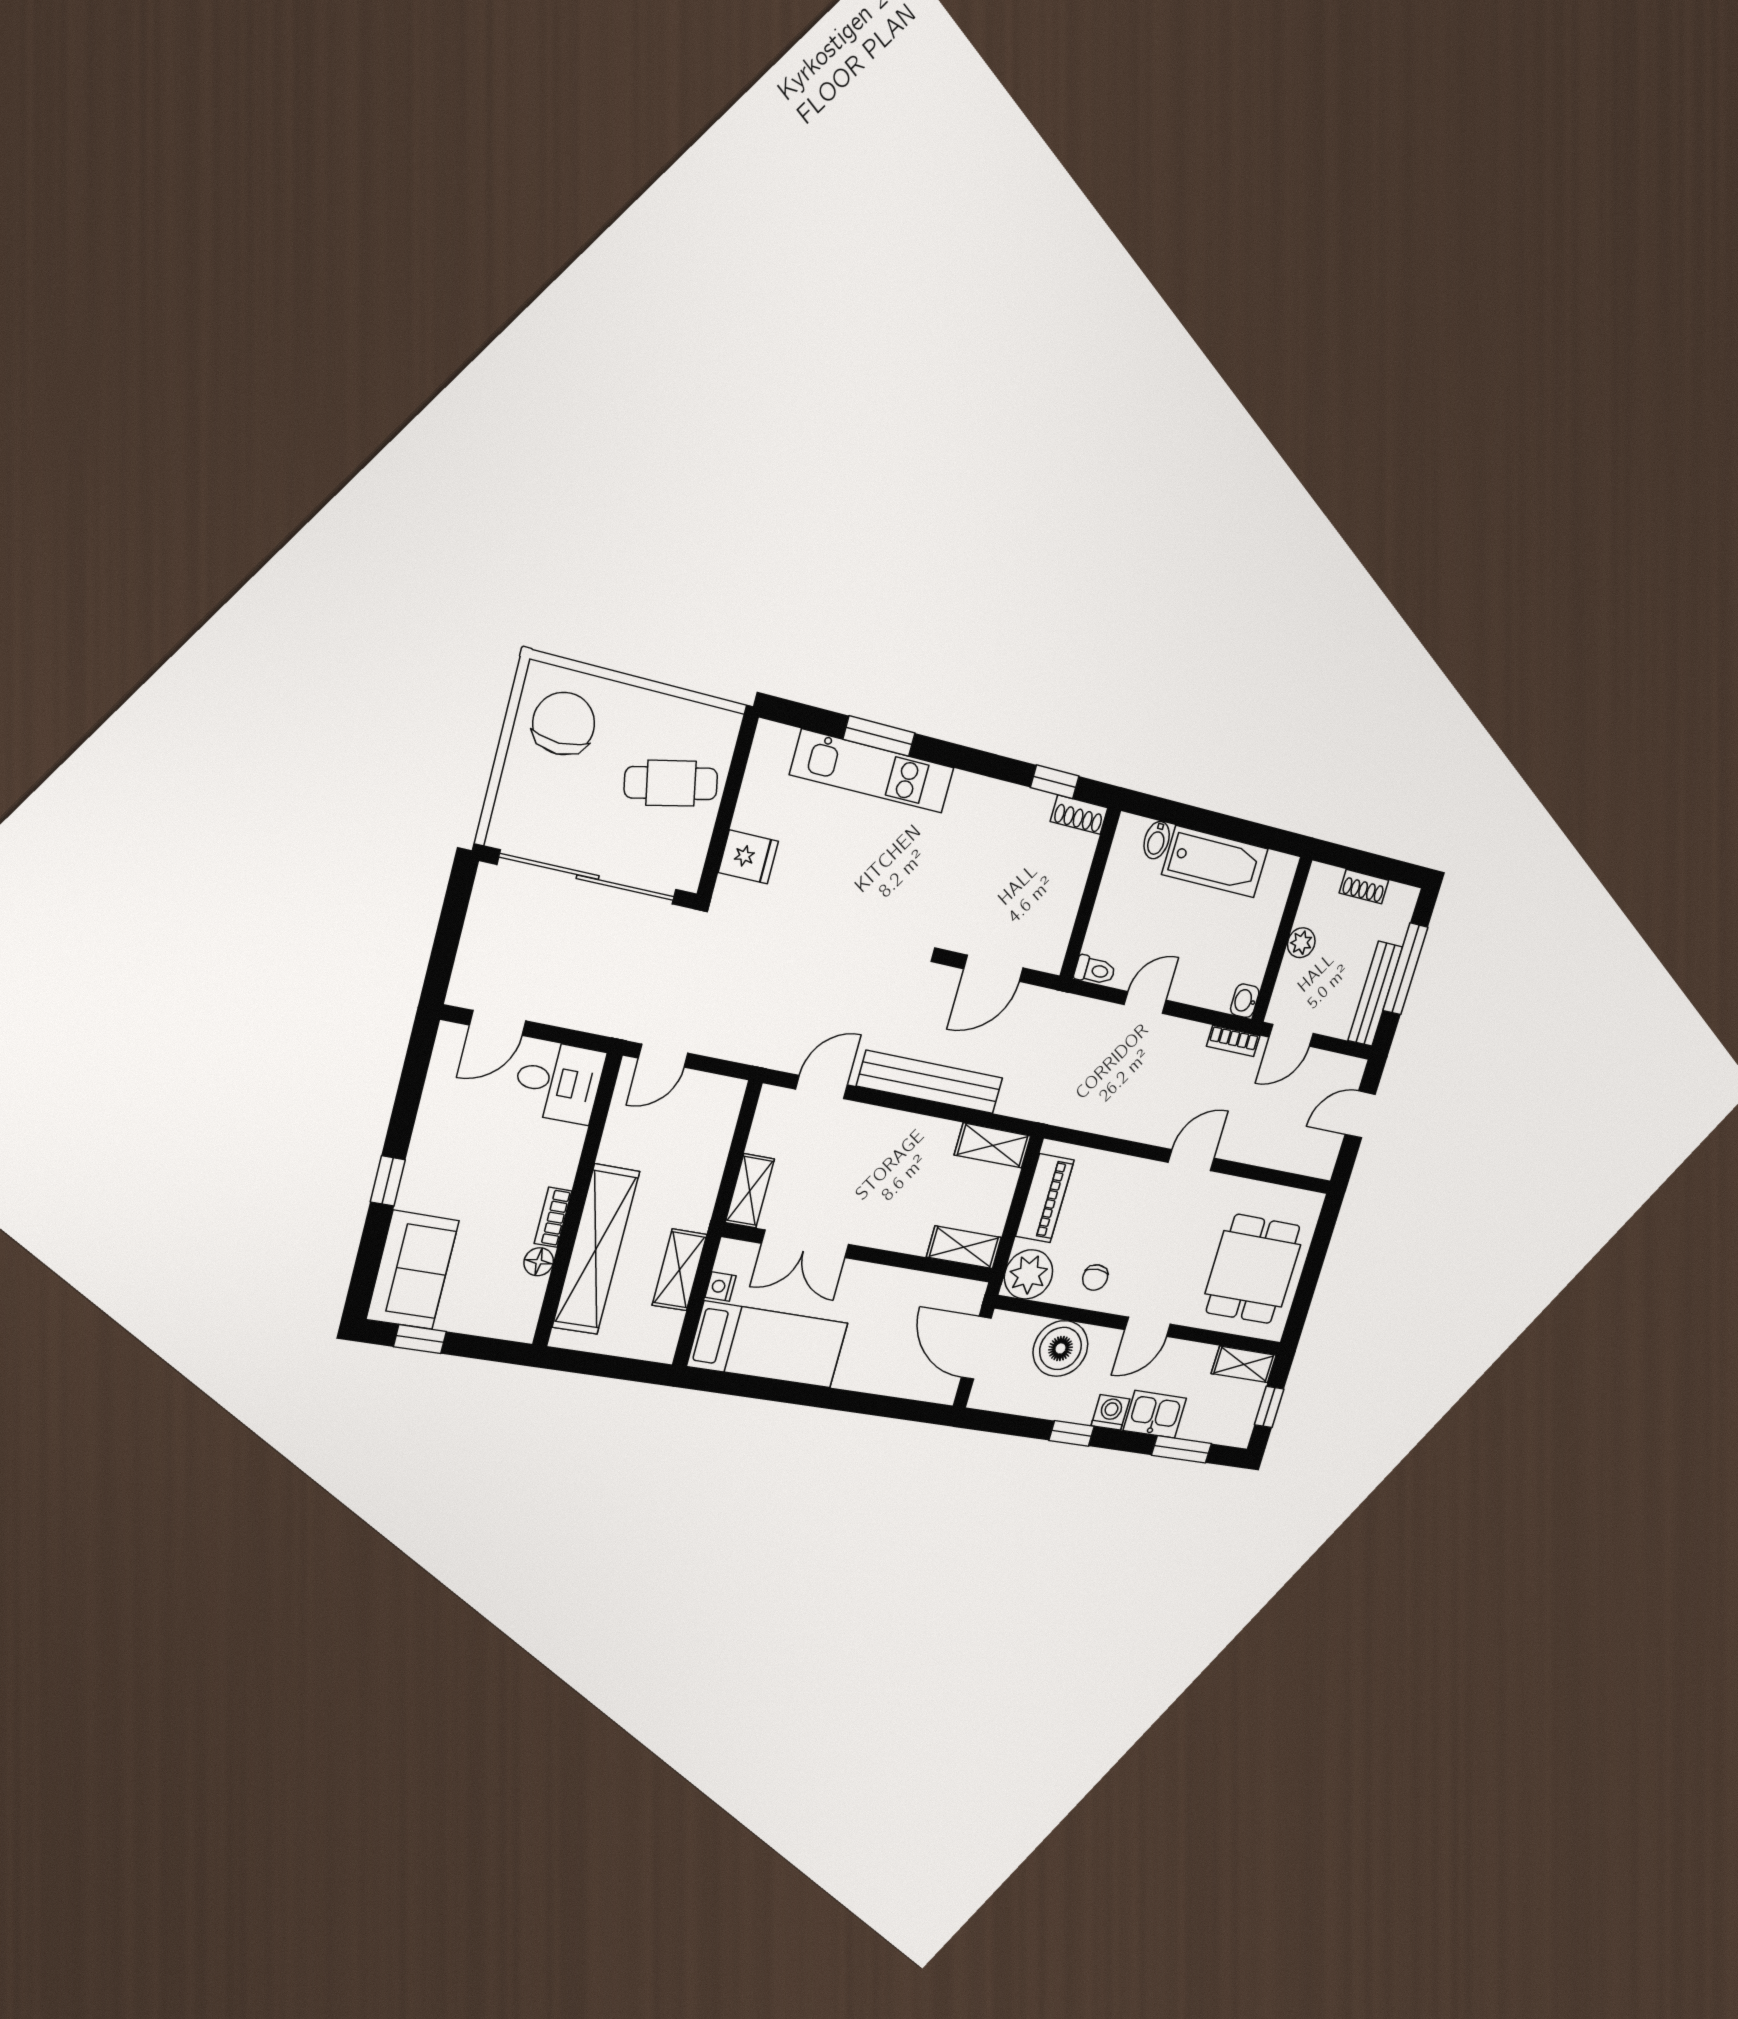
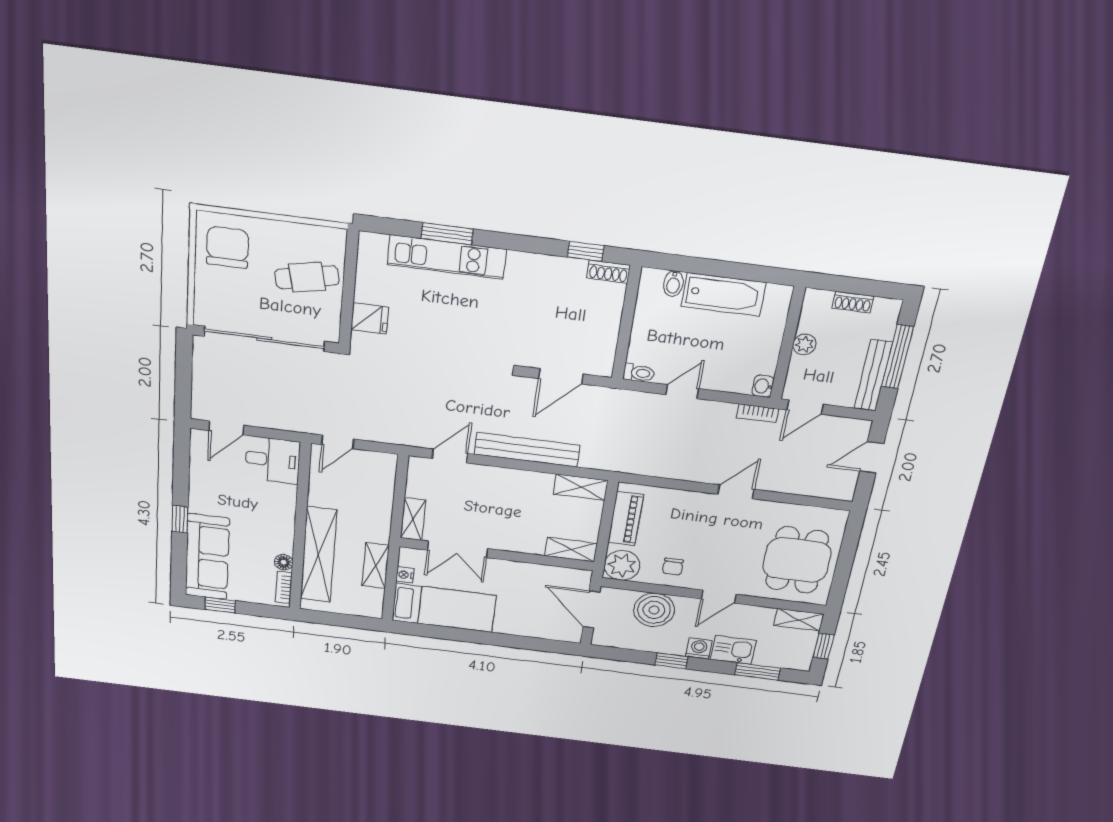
bookcase: (553, 1217) -> (284, 587), moved
sofa: (413, 1270) -> (207, 557), width x1.36

